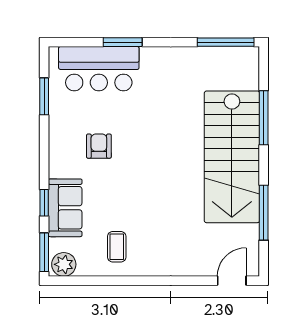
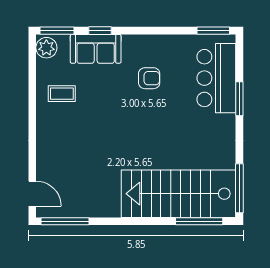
window: (44, 96) -> (213, 31), moved
window: (264, 118) -> (199, 221), moved
stairs: (232, 157) -> (179, 194), moved
window: (264, 213) -> (65, 221), moved

